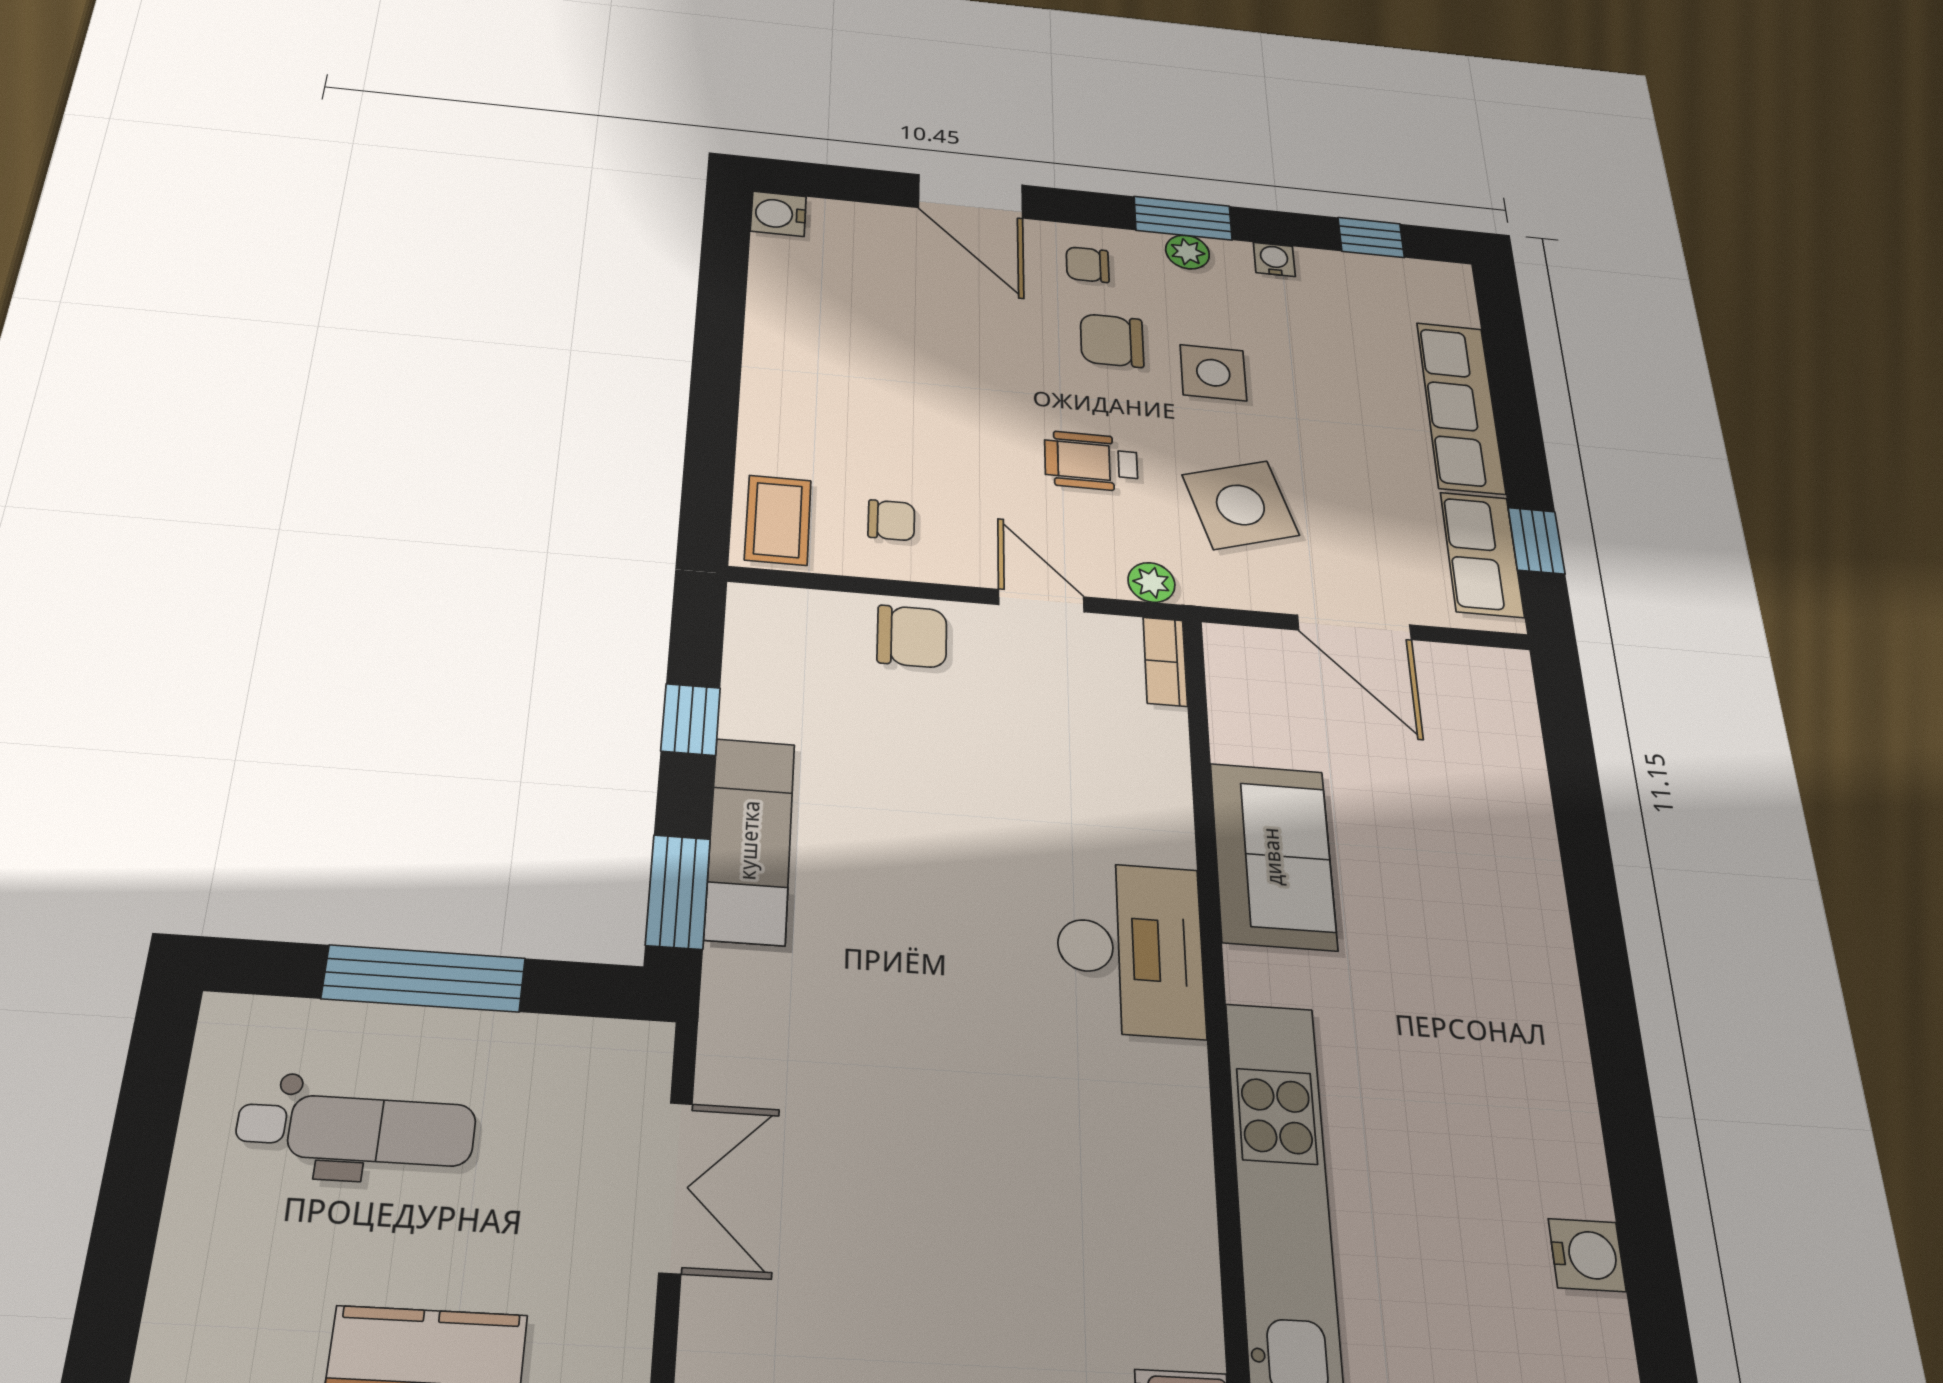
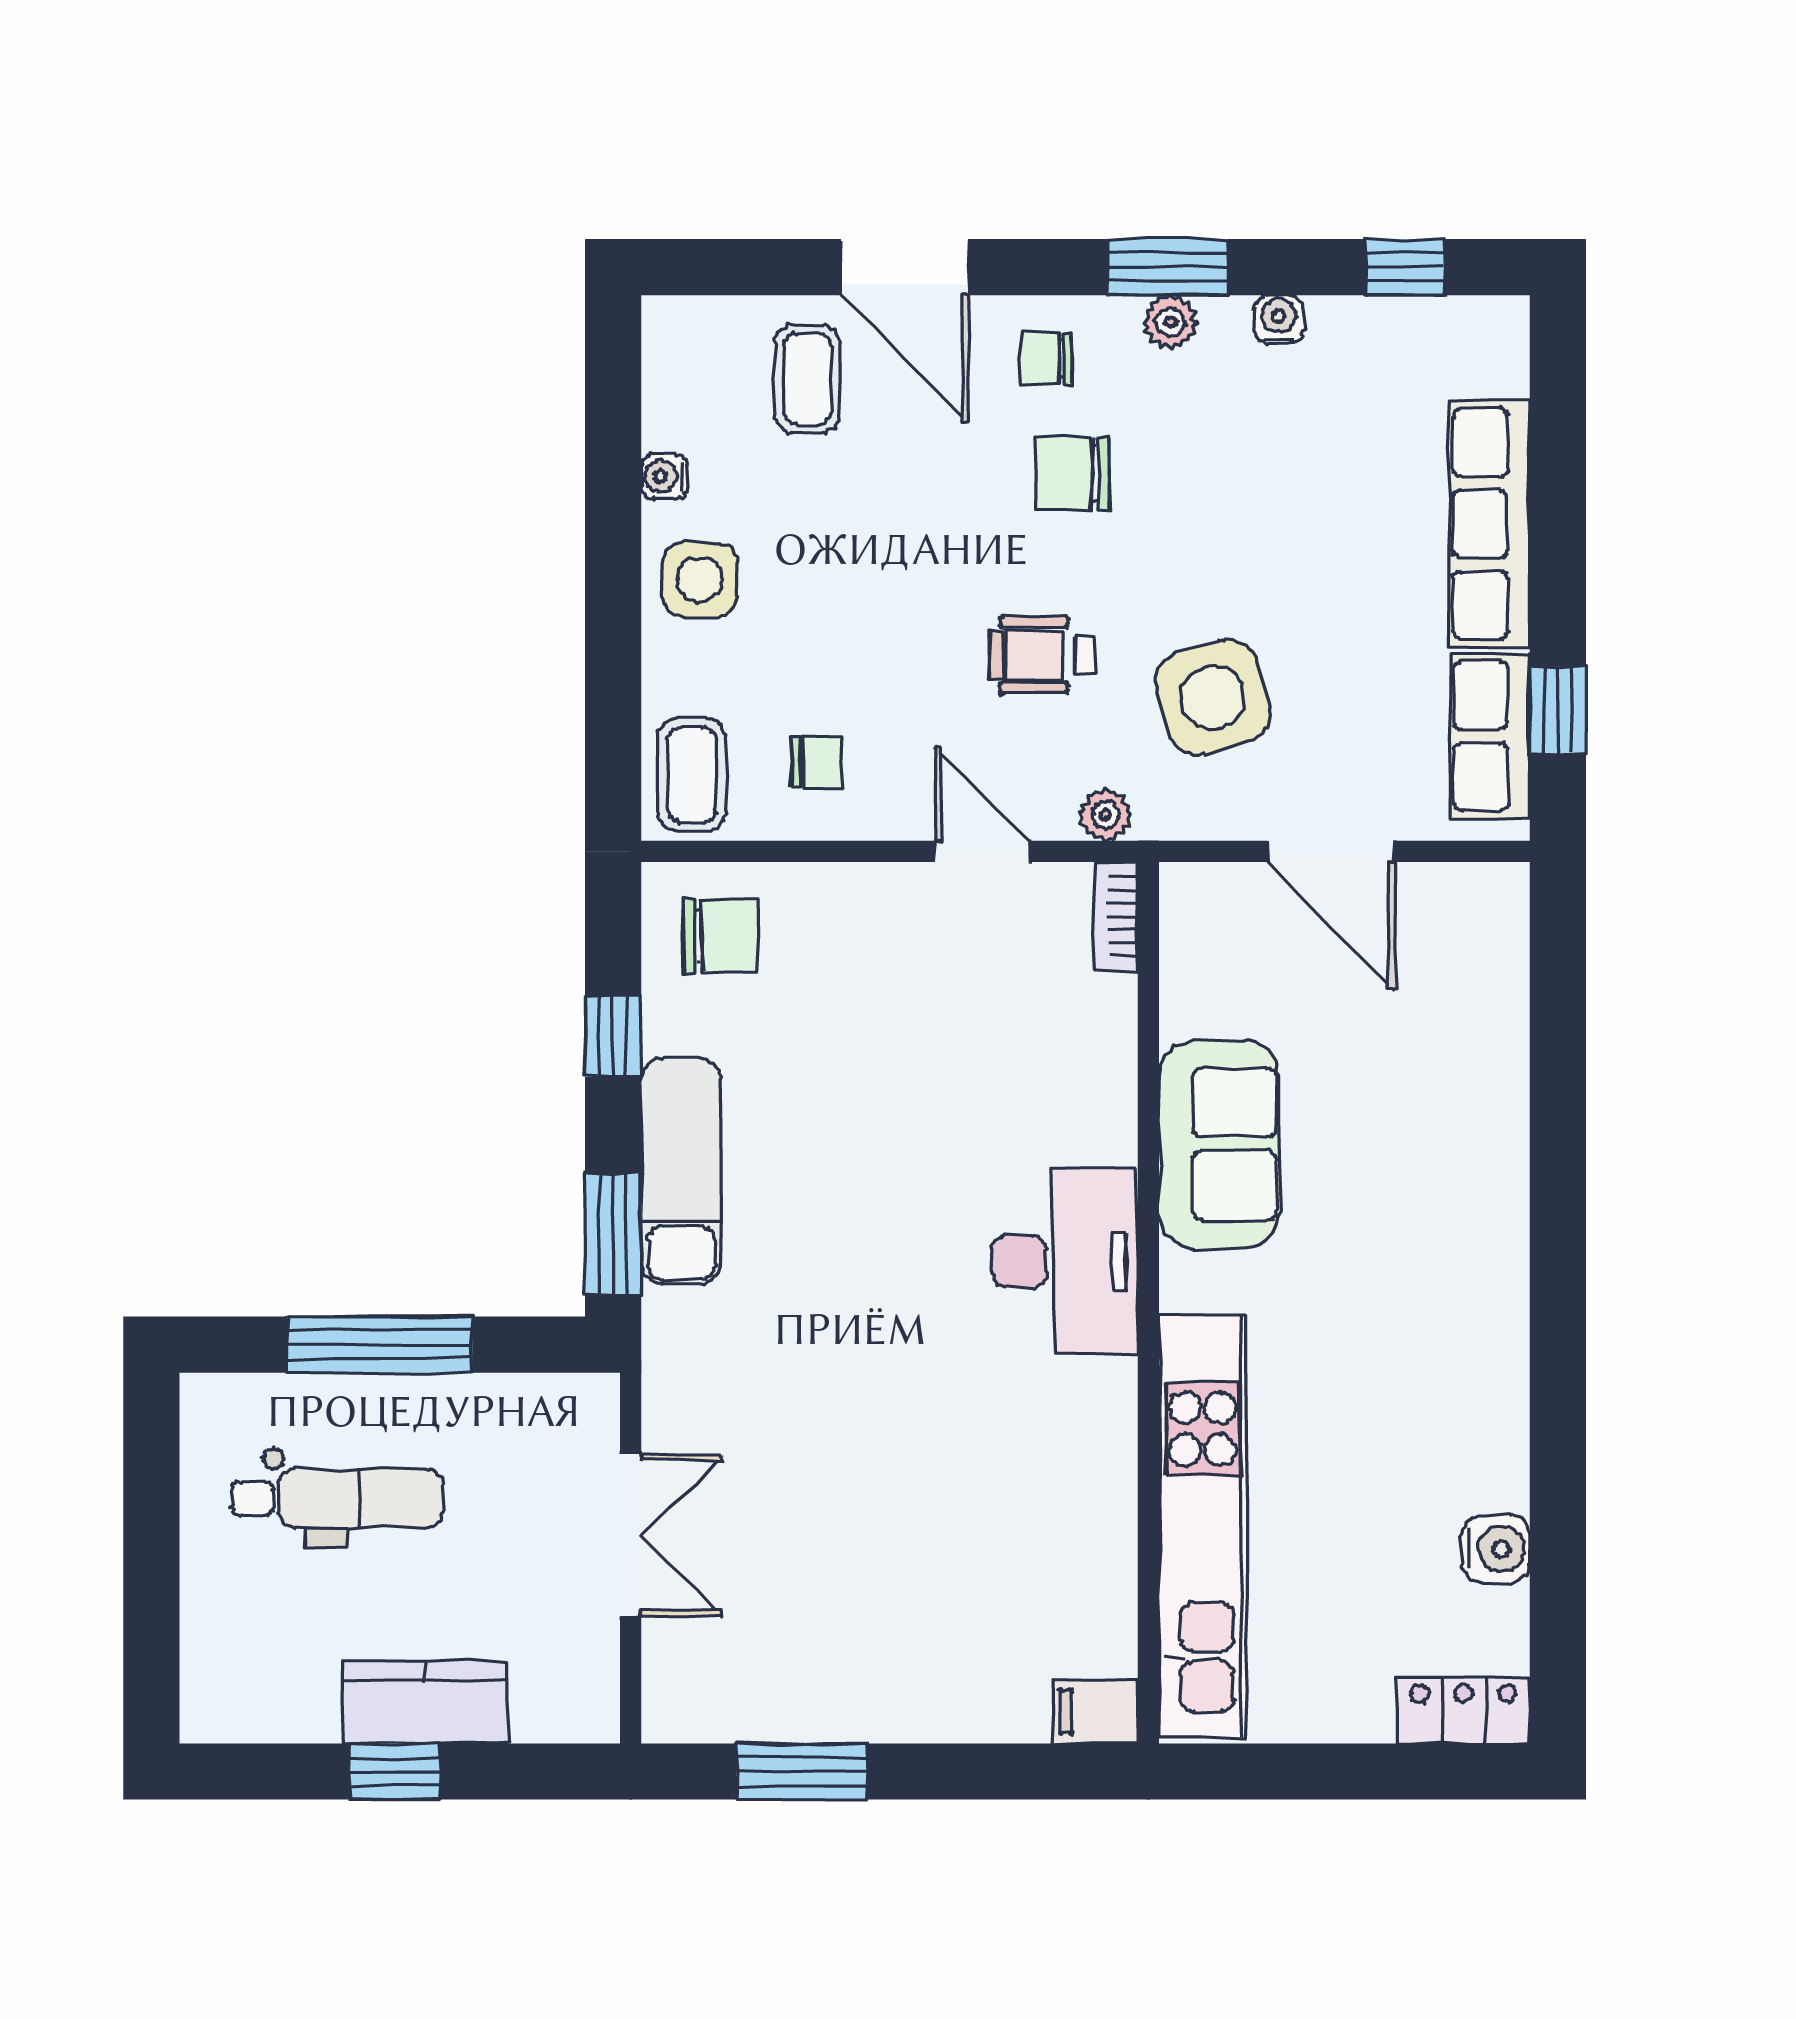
water cooler: (778, 214) -> (664, 476), moved, width x0.72, depth x0.72
coffee table: (890, 258) -> (807, 379), added
side table: (1213, 373) -> (700, 579), moved
chair: (912, 636) -> (721, 935), moved

